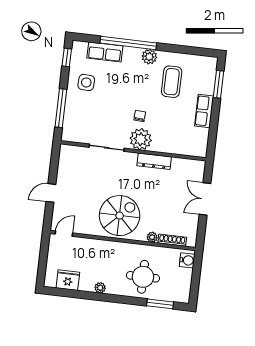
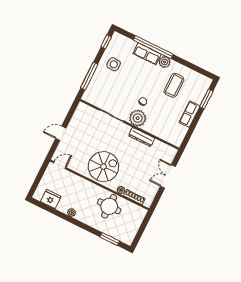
row of seats: (105, 52) -> (147, 54), moved
water cooler: (187, 260) -> (140, 215), removed
round table: (143, 277) -> (109, 206), moved

